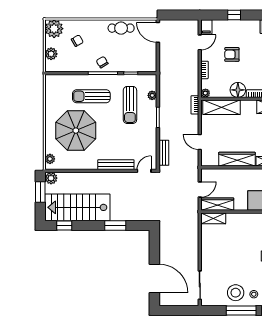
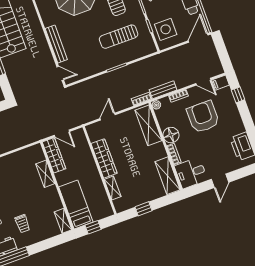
window: (234, 15) -> (238, 95), moved
armchair: (232, 54) -> (203, 117), width x1.88, depth x1.88
side table: (139, 59) -> (166, 29), added
plant: (152, 95) -> (136, 55), removed
bench: (164, 153) -> (163, 90), moved
shelving: (213, 218) -> (45, 174), moved

